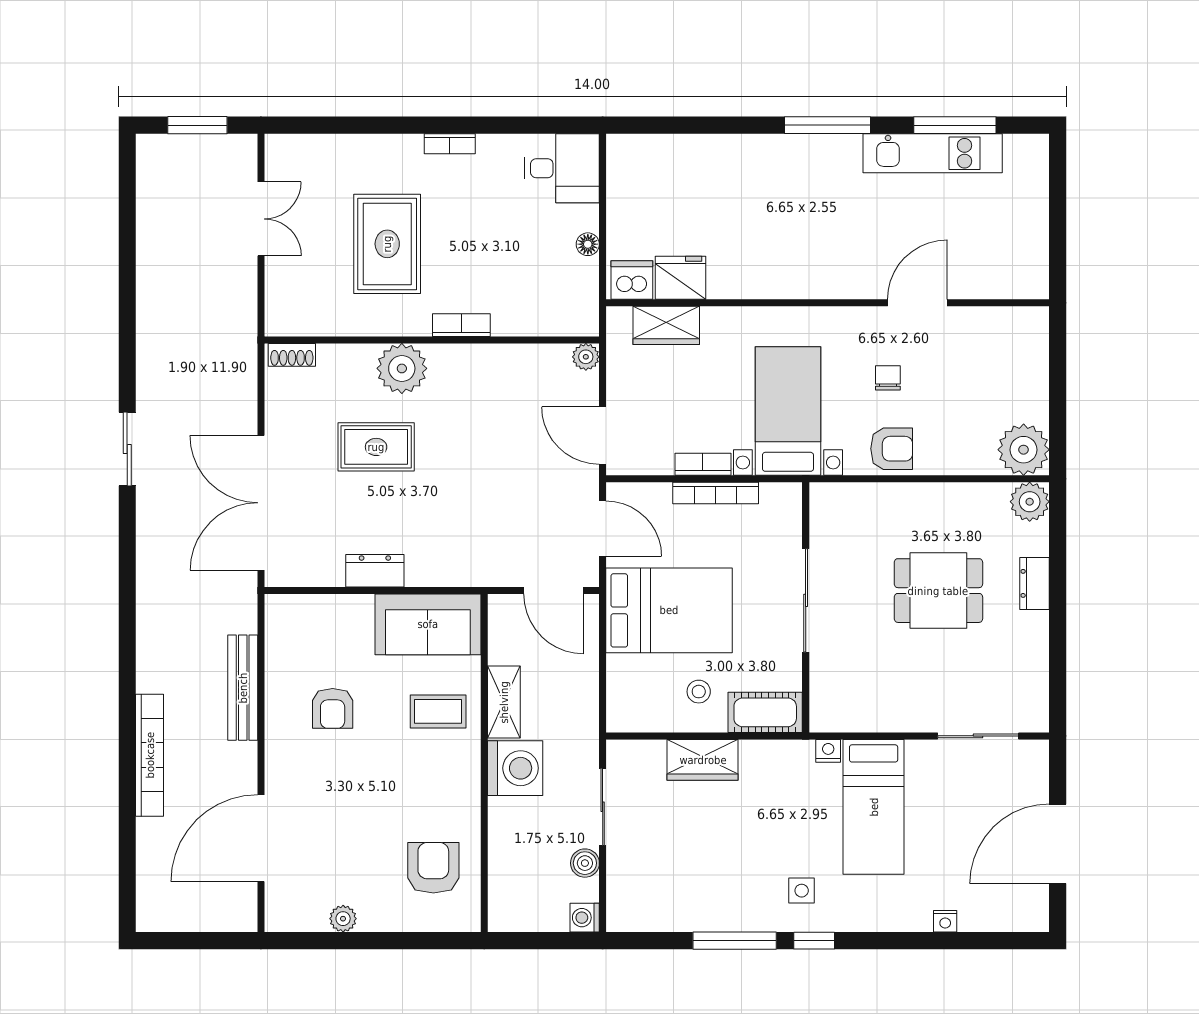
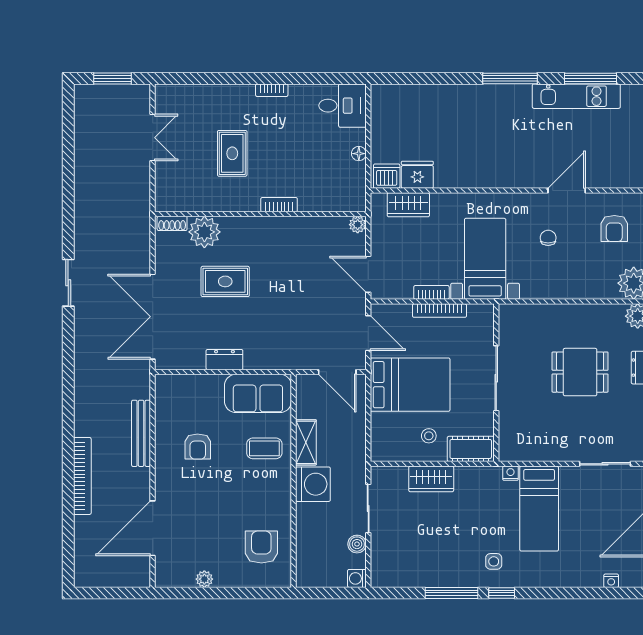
rug: (387, 244) -> (232, 153), width x0.73, depth x0.70
plant: (402, 368) -> (204, 232), moved
armchair: (892, 449) -> (614, 229), moved, turned 90
nightstand: (945, 921) -> (611, 581), moved

